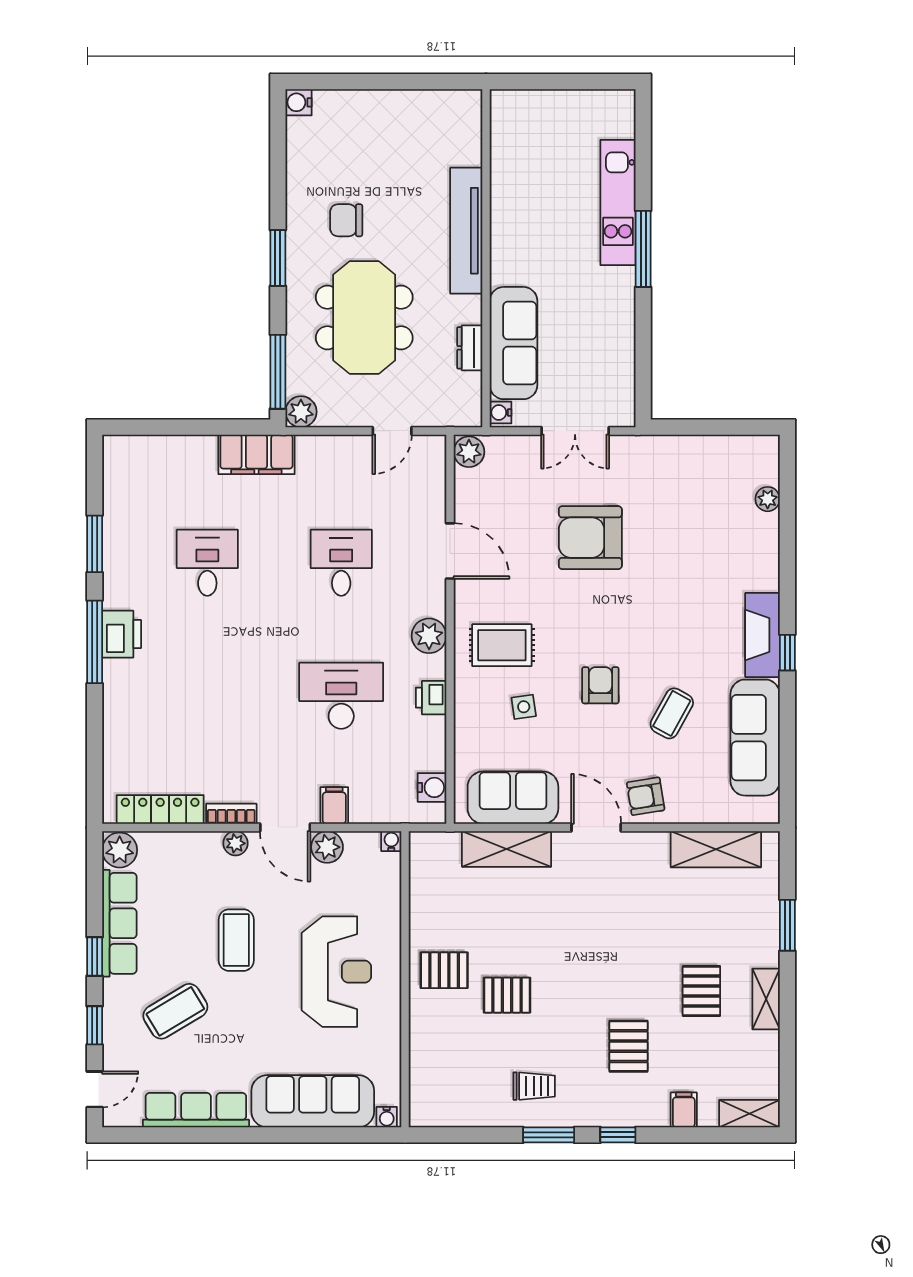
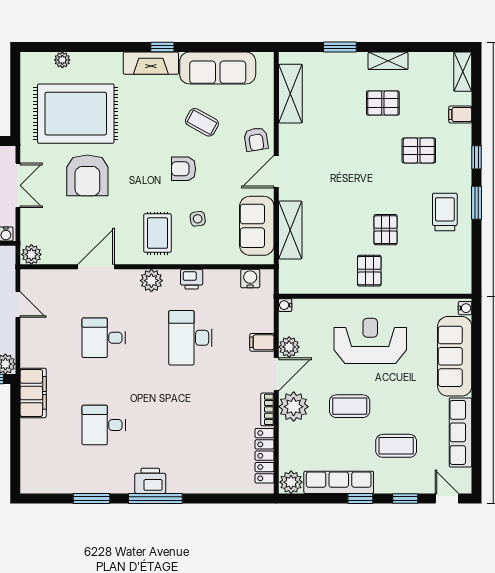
rug: (685, 520) -> (76, 114), added
plant: (236, 843) -> (294, 407), width x1.87, depth x1.87
coffee table: (175, 1011) -> (396, 446), turned -59
trolley: (534, 1086) -> (445, 212), width x1.36, depth x1.39

